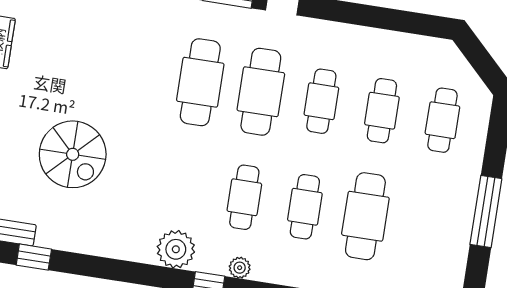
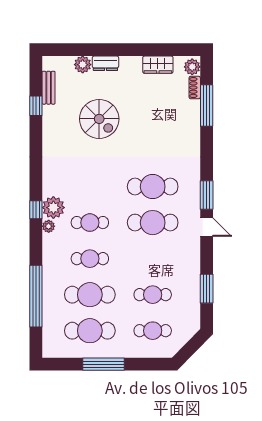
window: (386, 19) -> (207, 289), added
cafe table: (321, 101) -> (90, 331), moved, width x1.37, depth x1.35
spiral stairs: (73, 154) -> (99, 119), turned -90
plant: (176, 249) -> (53, 208), moved

